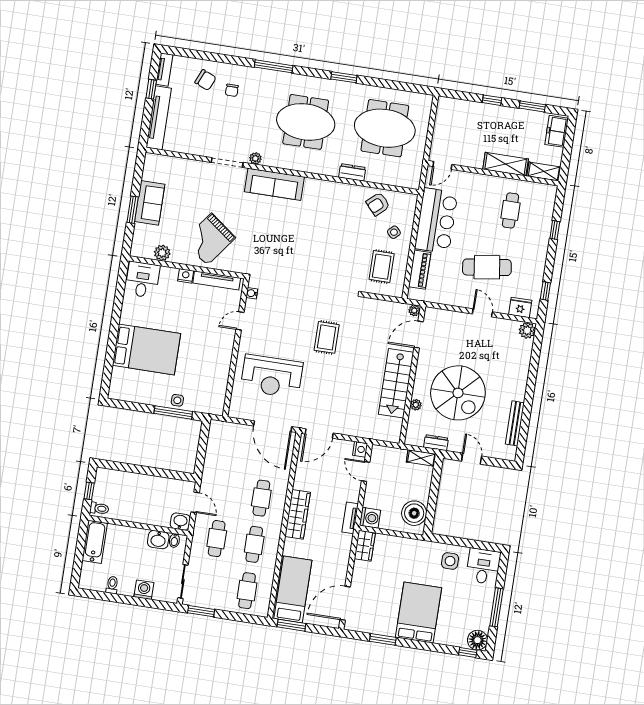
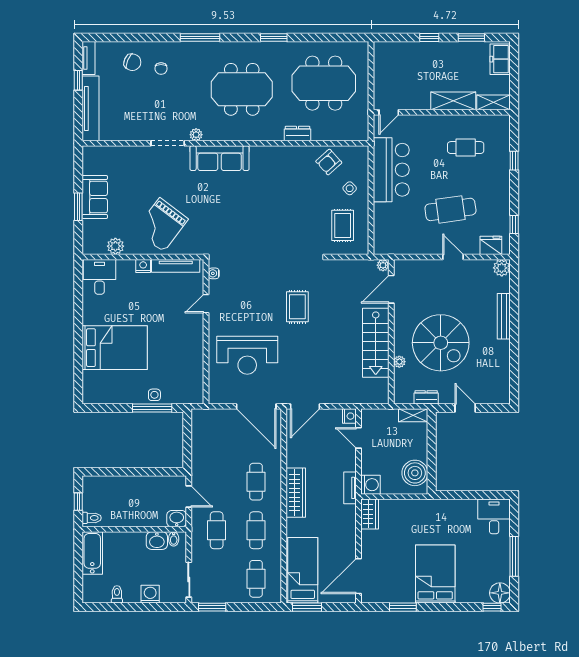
cafe table: (511, 210) -> (466, 148), turned 90
piano: (420, 270) -> (382, 223), removed
bench: (515, 423) -> (504, 316), moved
side table: (450, 561) -> (459, 516), removed

